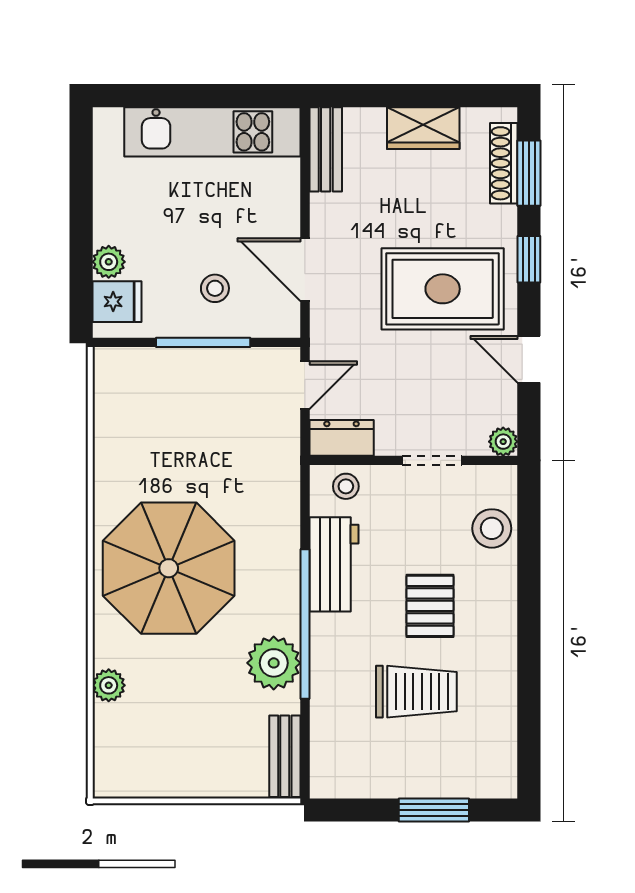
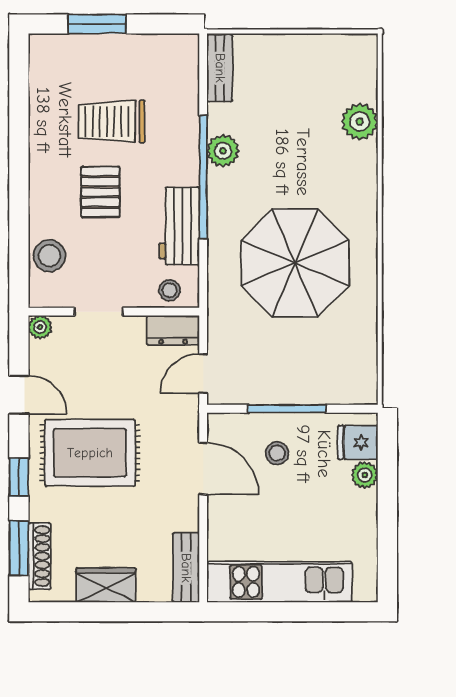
parasol: (169, 568) -> (295, 263), moved
plant: (274, 663) -> (223, 151), width x0.73, depth x0.73
plant: (109, 685) -> (360, 122), width x1.38, depth x1.38

